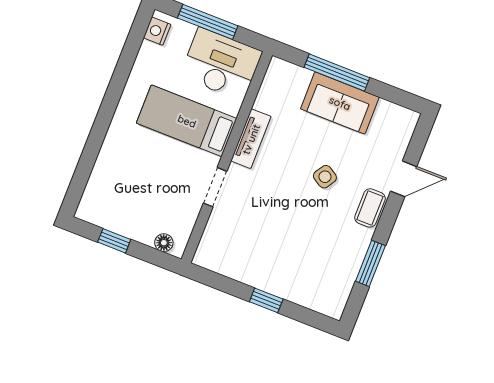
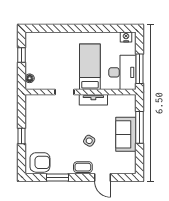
window: (208, 22) -> (139, 69), moved
armchair: (329, 285) -> (40, 162), added

